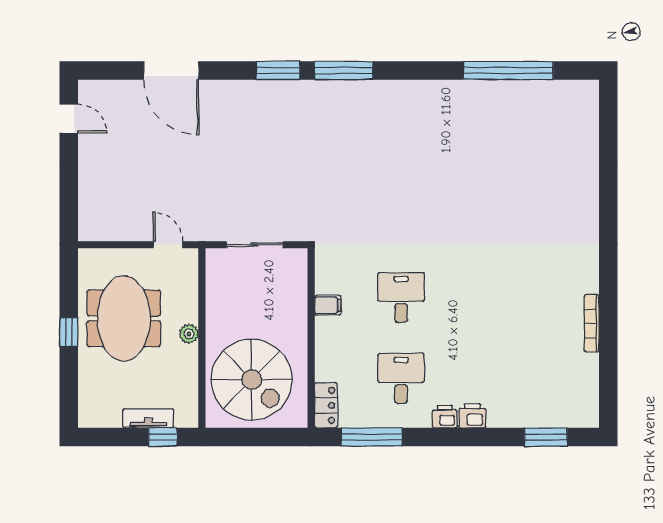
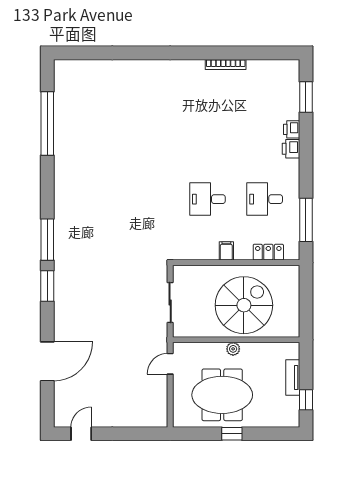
filing cabinet: (328, 305) -> (226, 251), moved
spiral stairs: (252, 380) -> (244, 305), moved
locker: (326, 405) -> (268, 252), moved
printer: (445, 417) -> (292, 129), moved
window: (163, 437) -> (306, 400), moved

